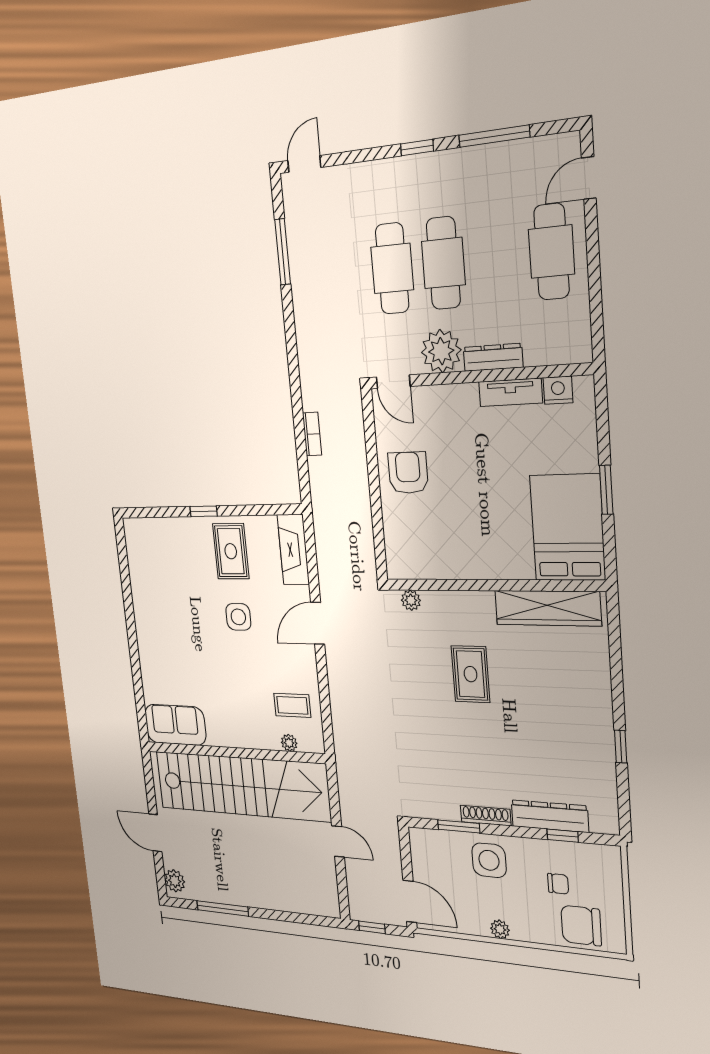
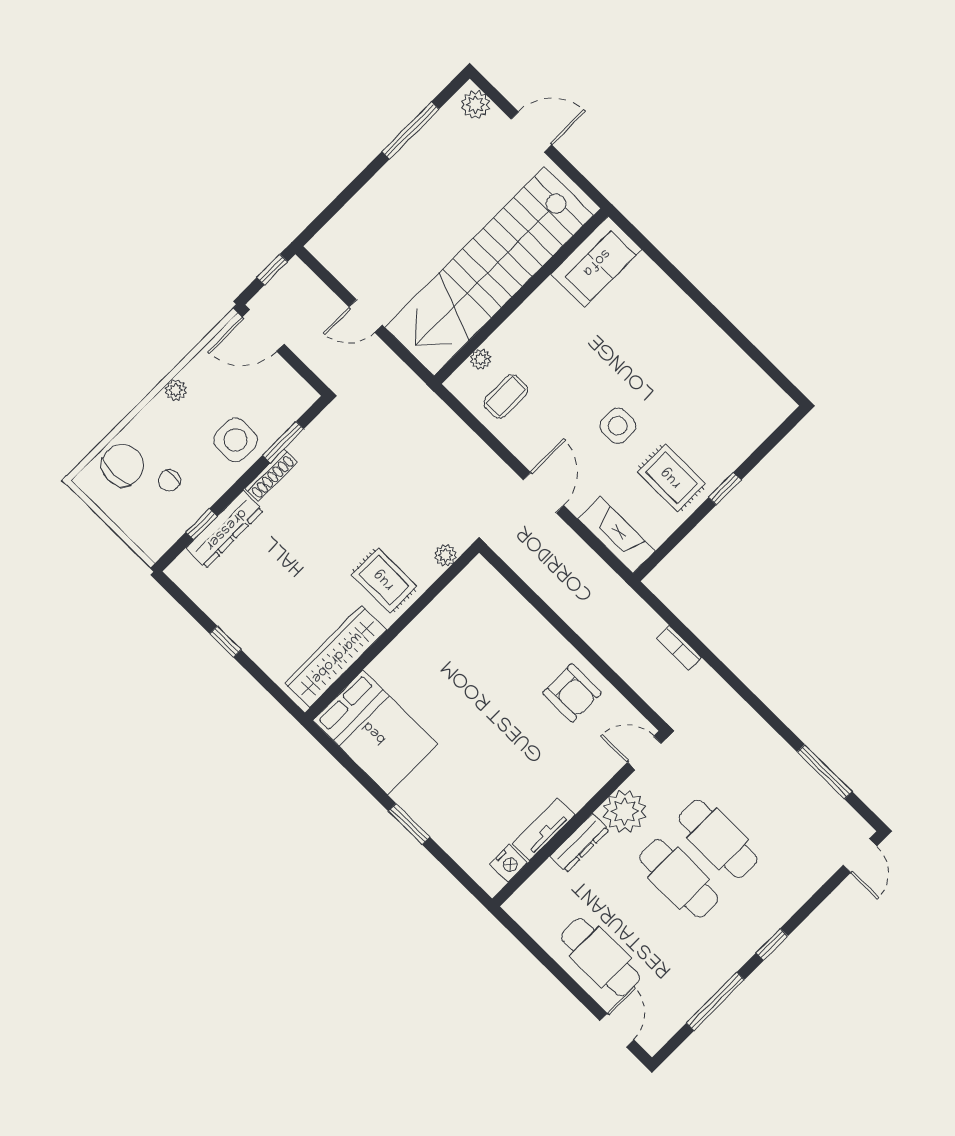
bed: (568, 528) -> (375, 732), moved
wall: (493, 585) -> (392, 633), moved
plant: (411, 600) -> (445, 555), moved
wardrobe: (548, 608) -> (336, 657), moved

